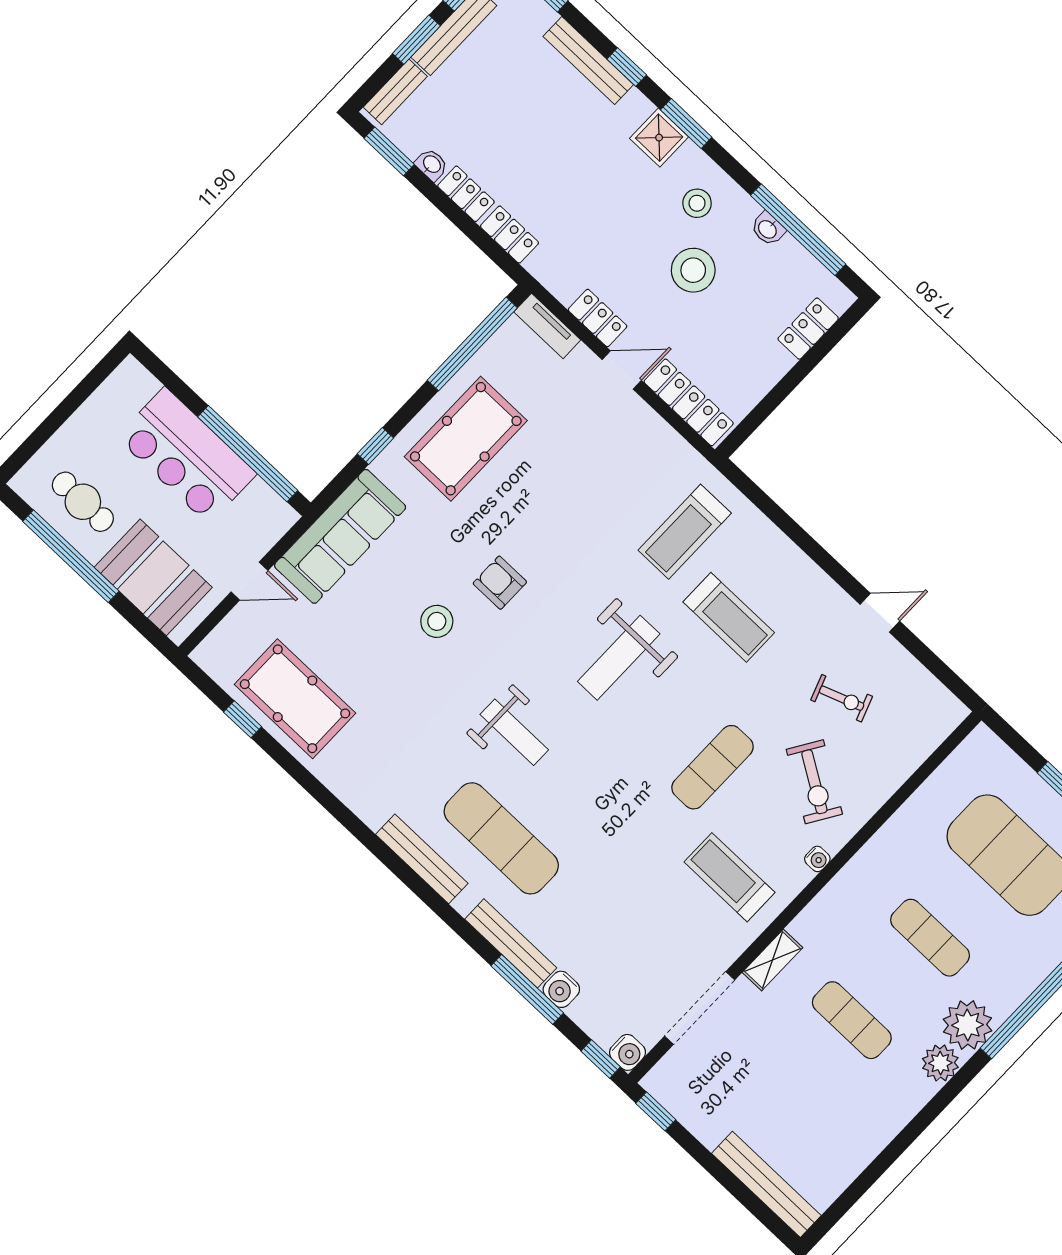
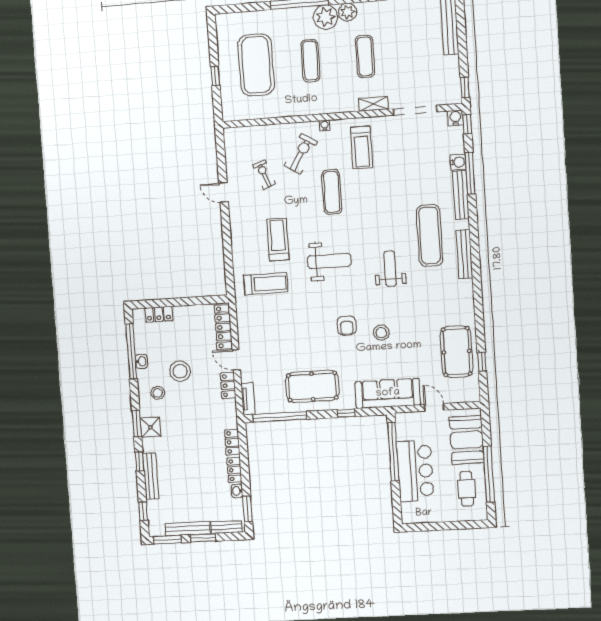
exercise mat: (712, 767) -> (332, 192), turned 90

